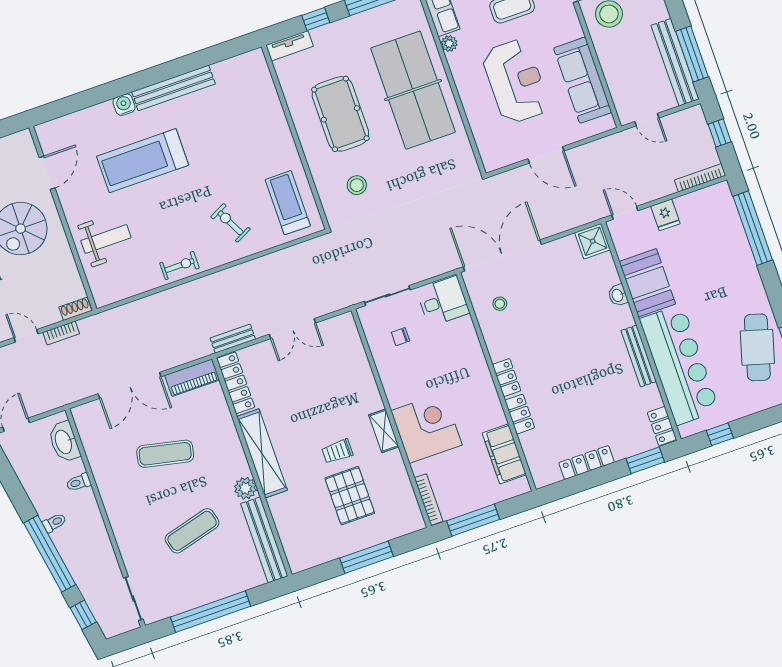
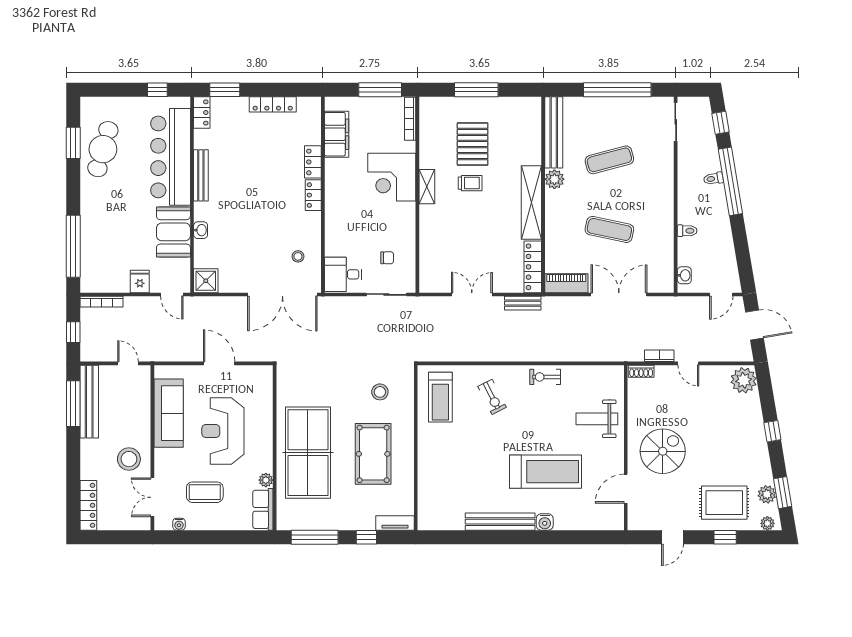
washbasin: (64, 442) -> (684, 275), width x0.52, depth x0.69
toilet: (54, 523) -> (713, 179), moved

